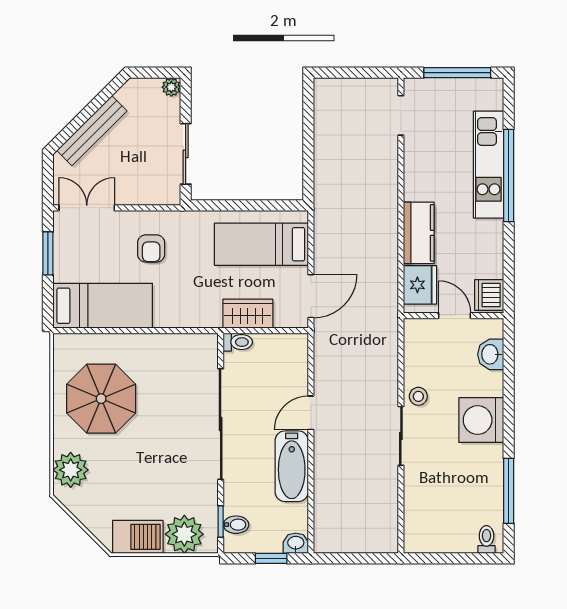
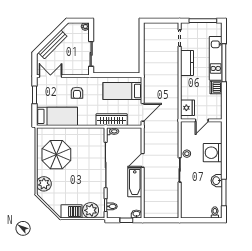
kitchen counter: (419, 233) -> (187, 63), moved
dishwasher: (489, 295) -> (216, 88), moved
wardrobe: (248, 314) -> (112, 120), width x1.50
door: (455, 316) -> (202, 120), swing flipped
washbasin: (491, 354) -> (217, 181), moved
washing machine: (481, 420) -> (213, 153), moved

